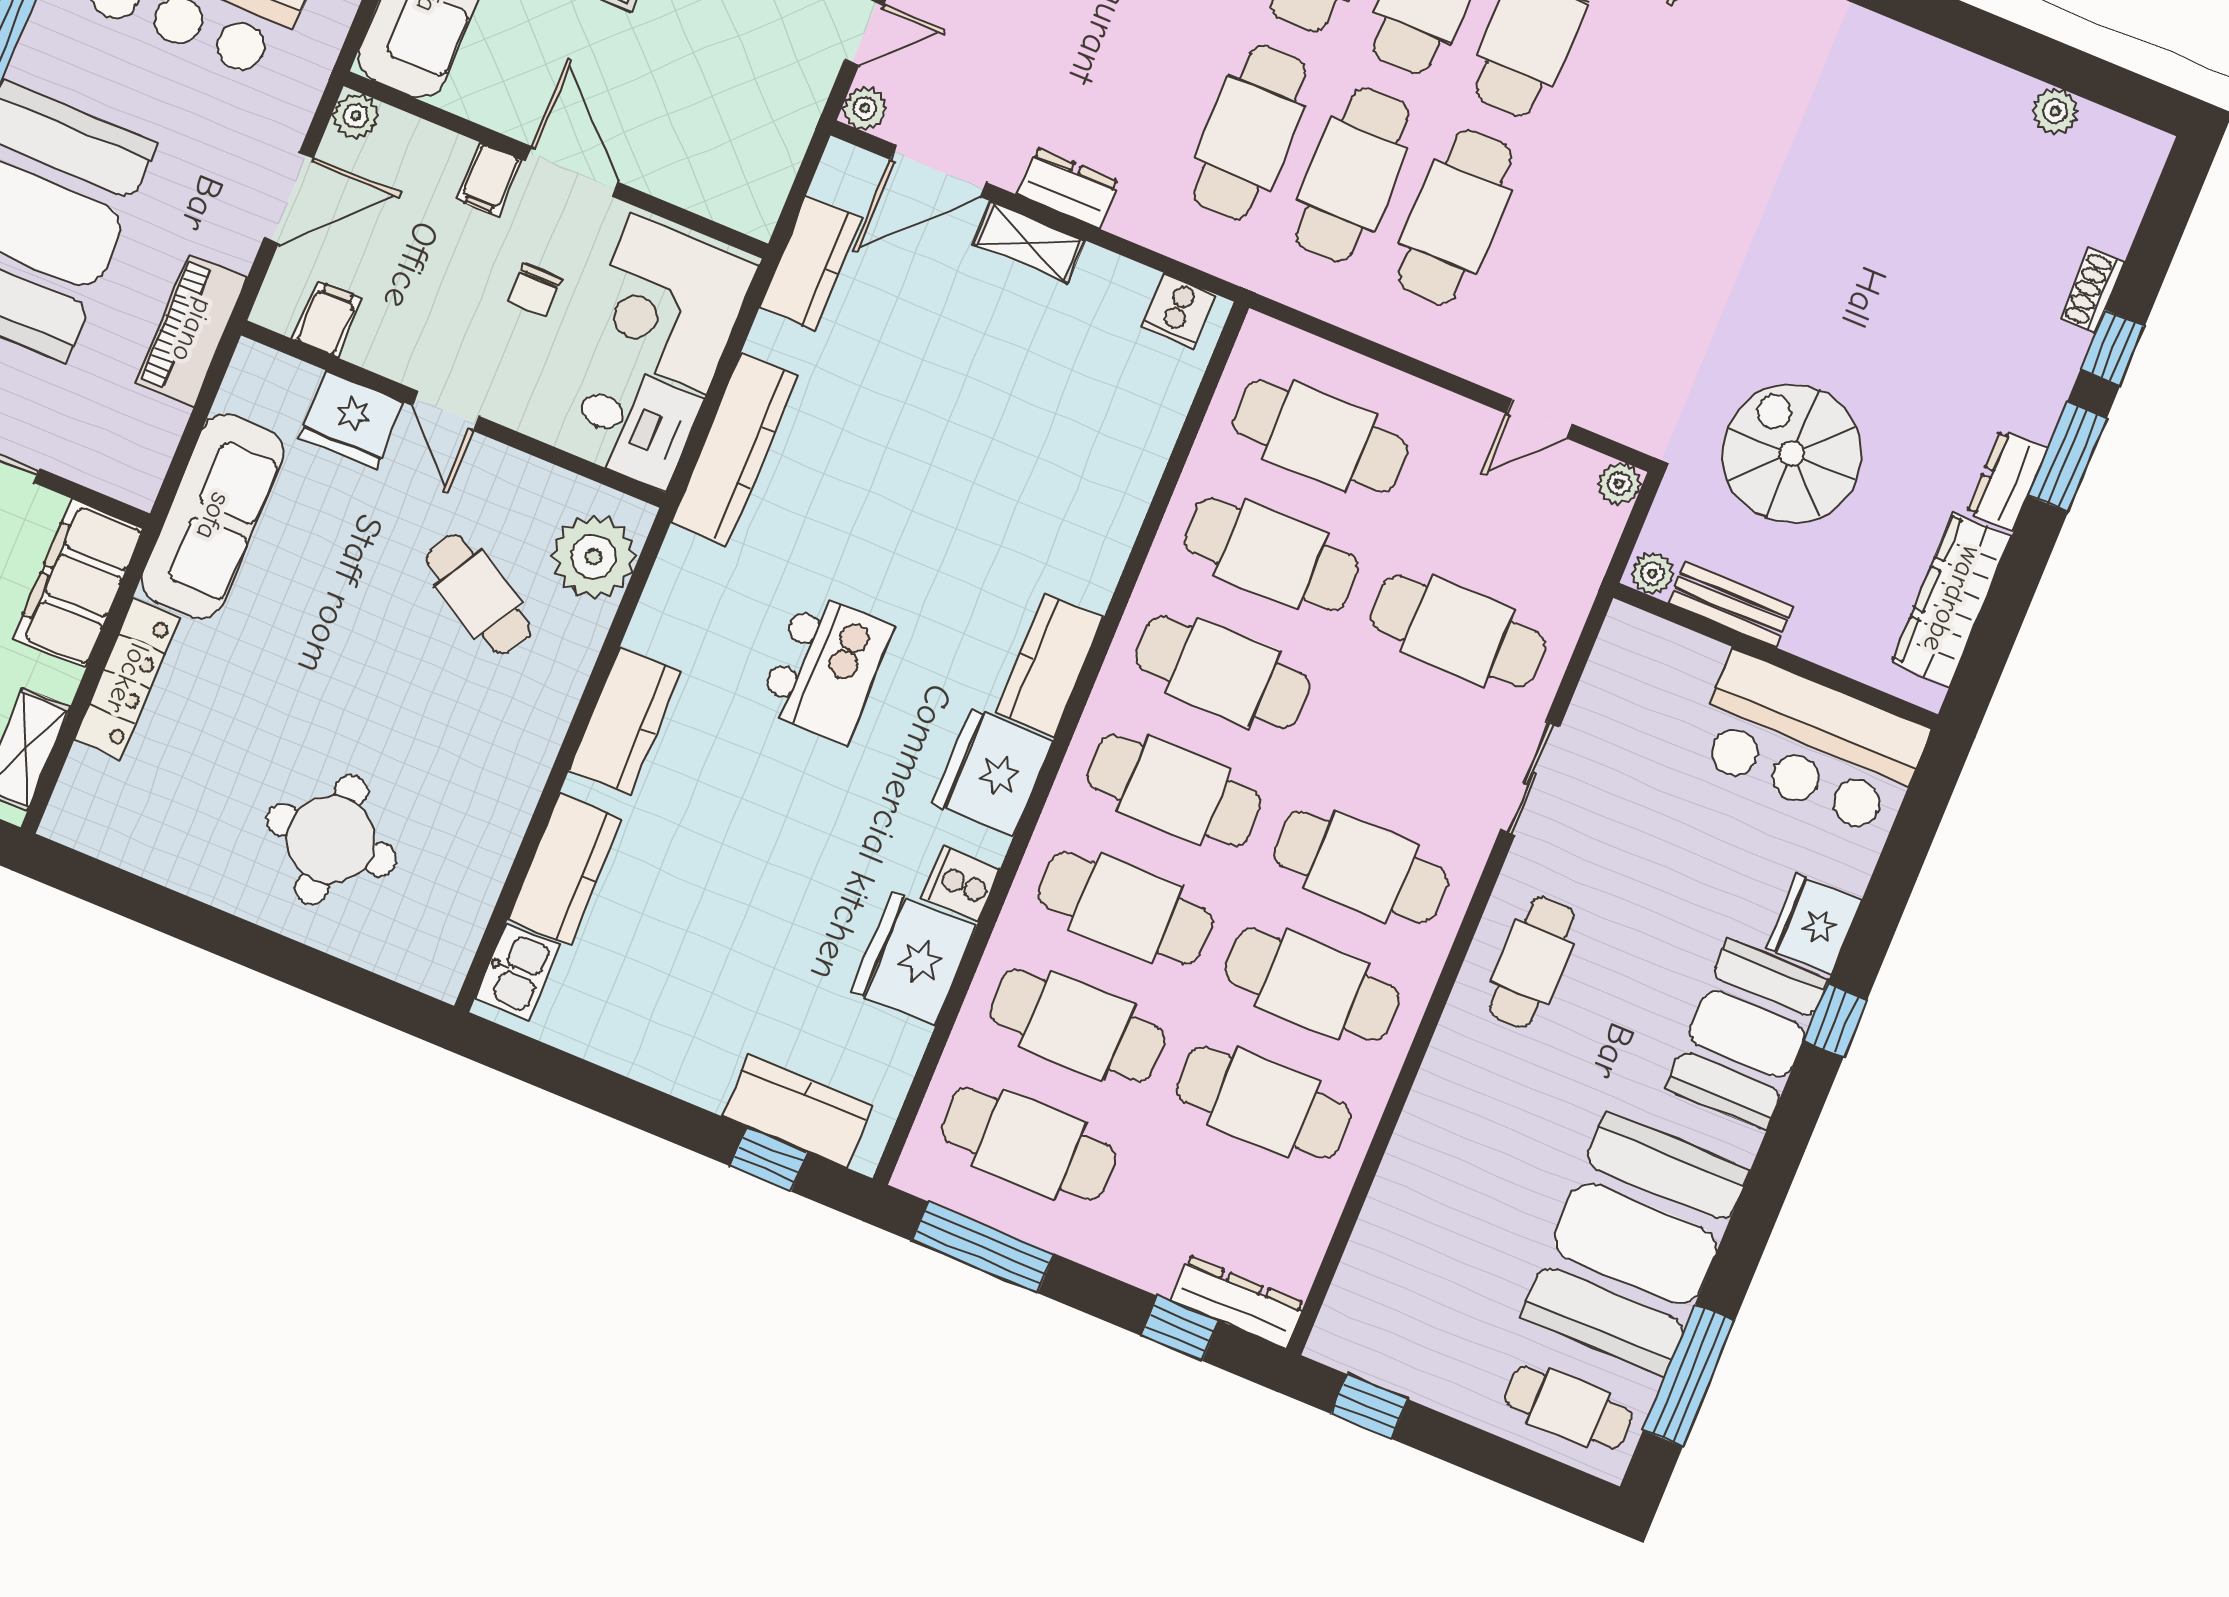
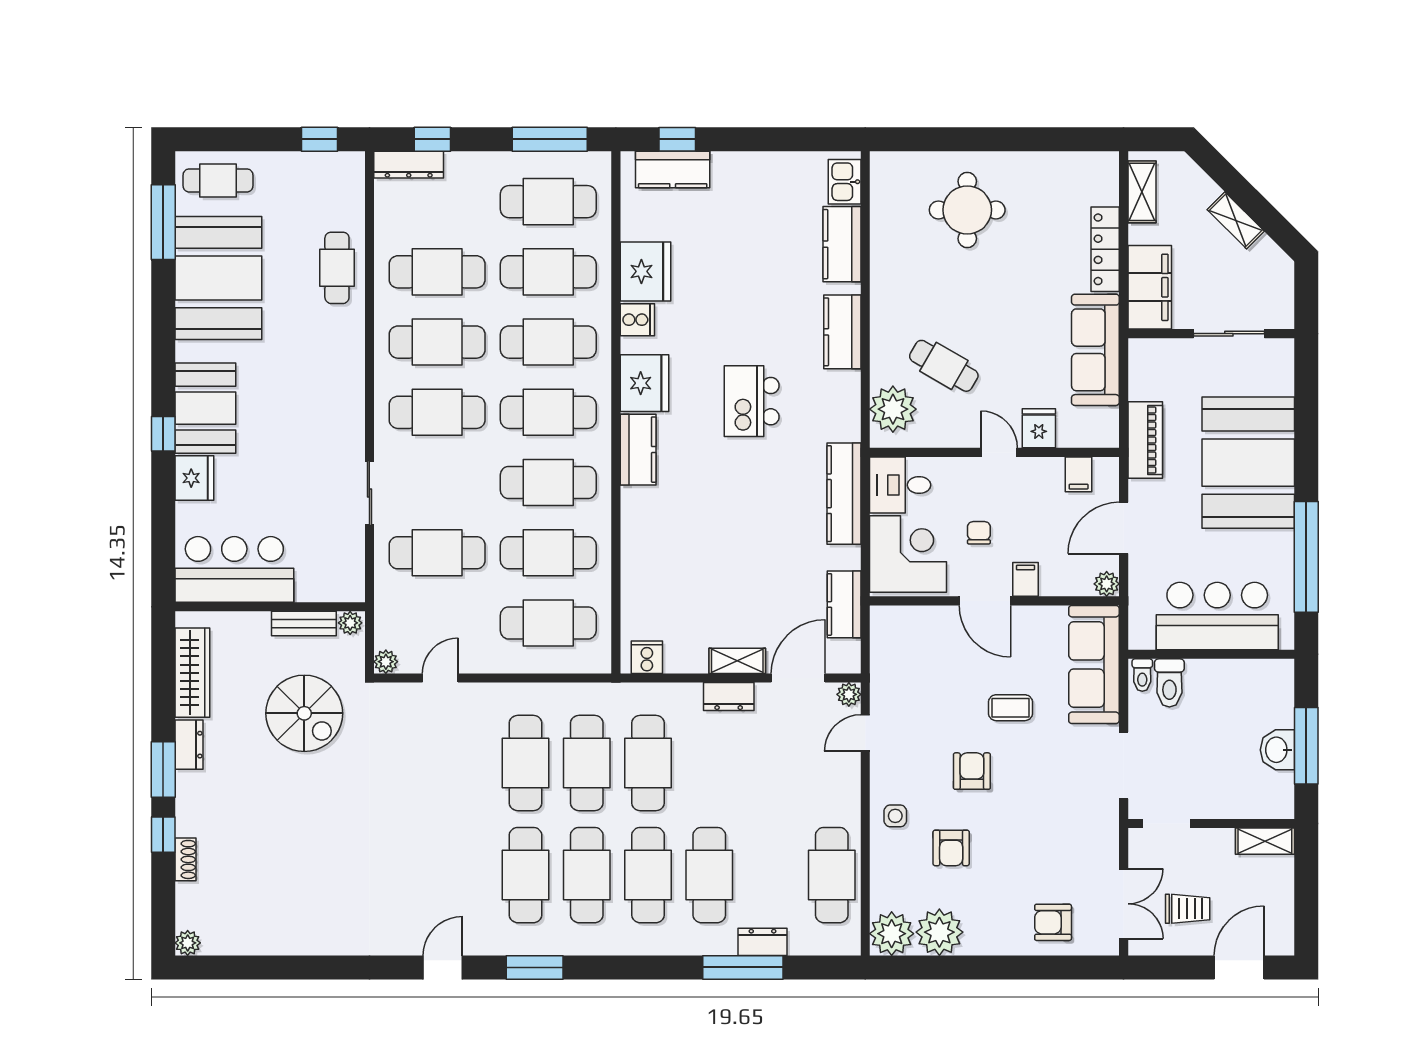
plant: (2055, 111) -> (188, 943), moved
fridge: (351, 419) -> (1039, 428), width x0.72
cafe table: (1532, 962) -> (337, 268), moved

